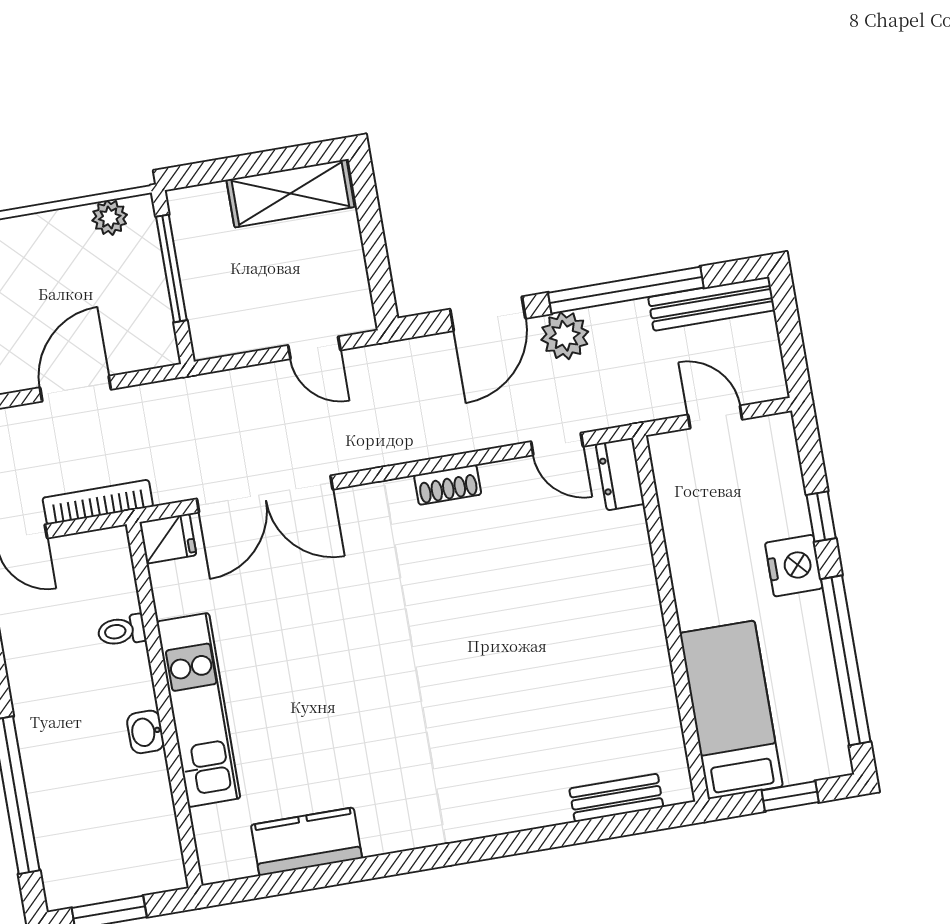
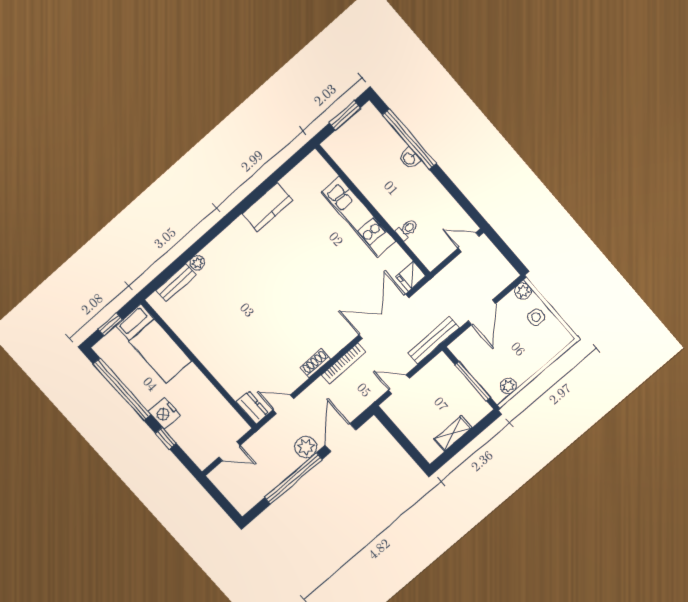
shelving: (290, 193) -> (453, 434), width x0.67, depth x0.75
bench: (712, 304) -> (433, 340), moved
bookcase: (98, 502) -> (344, 364), moved
washbasin: (146, 732) -> (409, 158), moved, turned 180
plant: (553, 810) -> (197, 263), added
kitchen counter: (307, 842) -> (267, 207), moved

